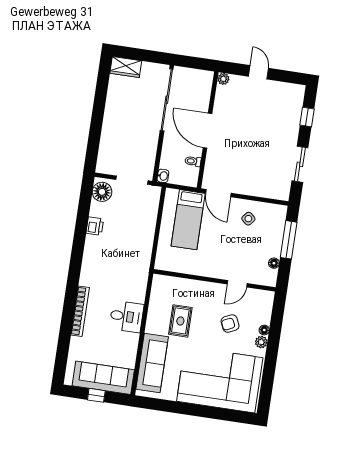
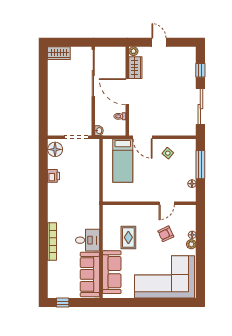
wardrobe: (223, 101) -> (135, 68), added
sliding door: (300, 164) -> (200, 107), width x1.37
sofa: (103, 378) -> (90, 274), moved, turned -90
window: (96, 395) -> (63, 303), moved

